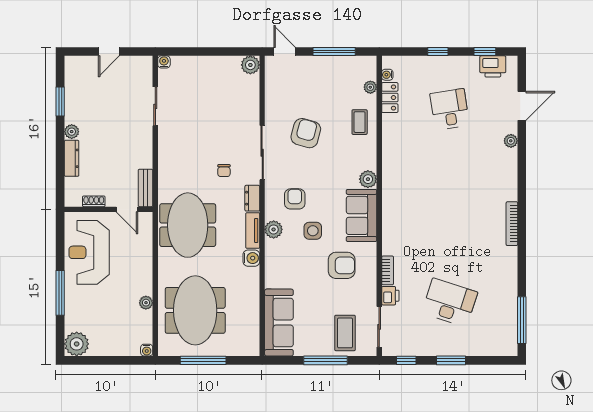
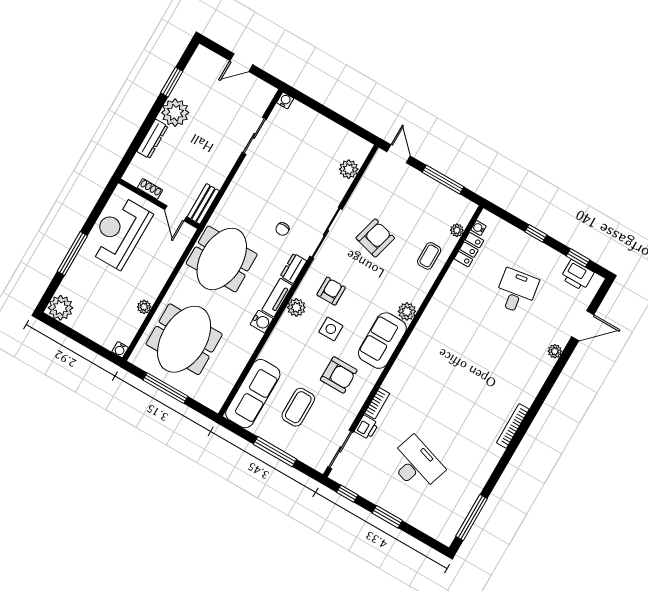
plant: (250, 65) -> (349, 169), moved
plant: (72, 132) -> (175, 113), width x1.88, depth x1.88
coffee table: (345, 333) -> (298, 407), moved

